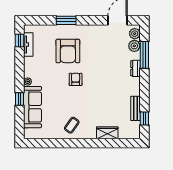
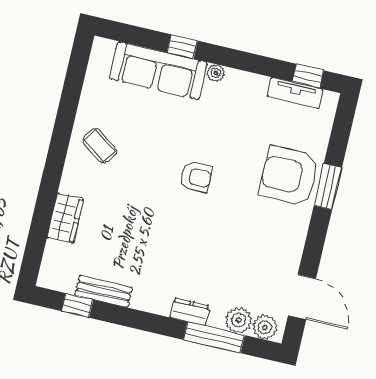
armchair: (68, 51) -> (289, 176), moved

